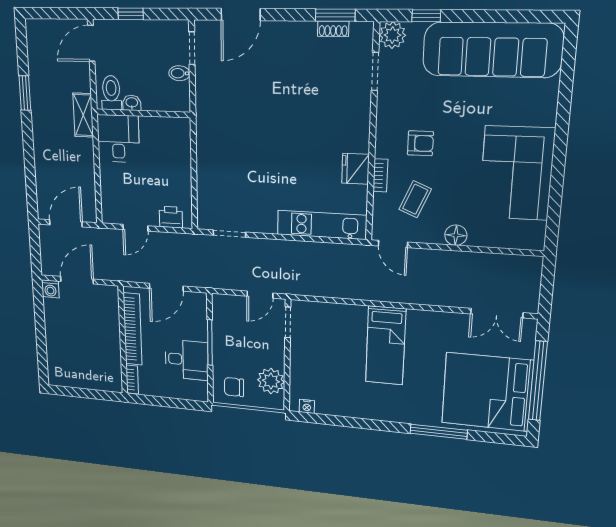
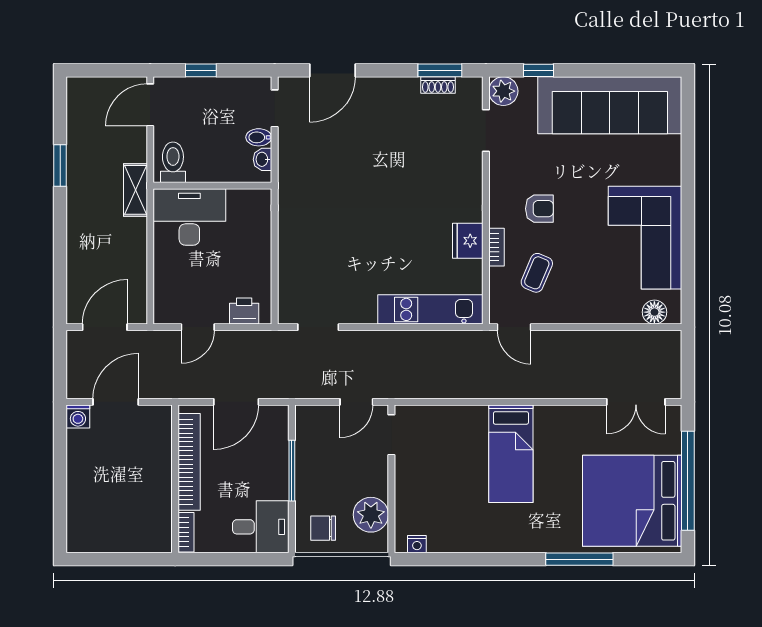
washbasin: (132, 103) -> (262, 159), moved, turned -90
desk: (118, 139) -> (189, 217), width x1.37
floor lamp: (456, 235) -> (654, 312), moved
desk: (187, 360) -> (261, 527), moved

